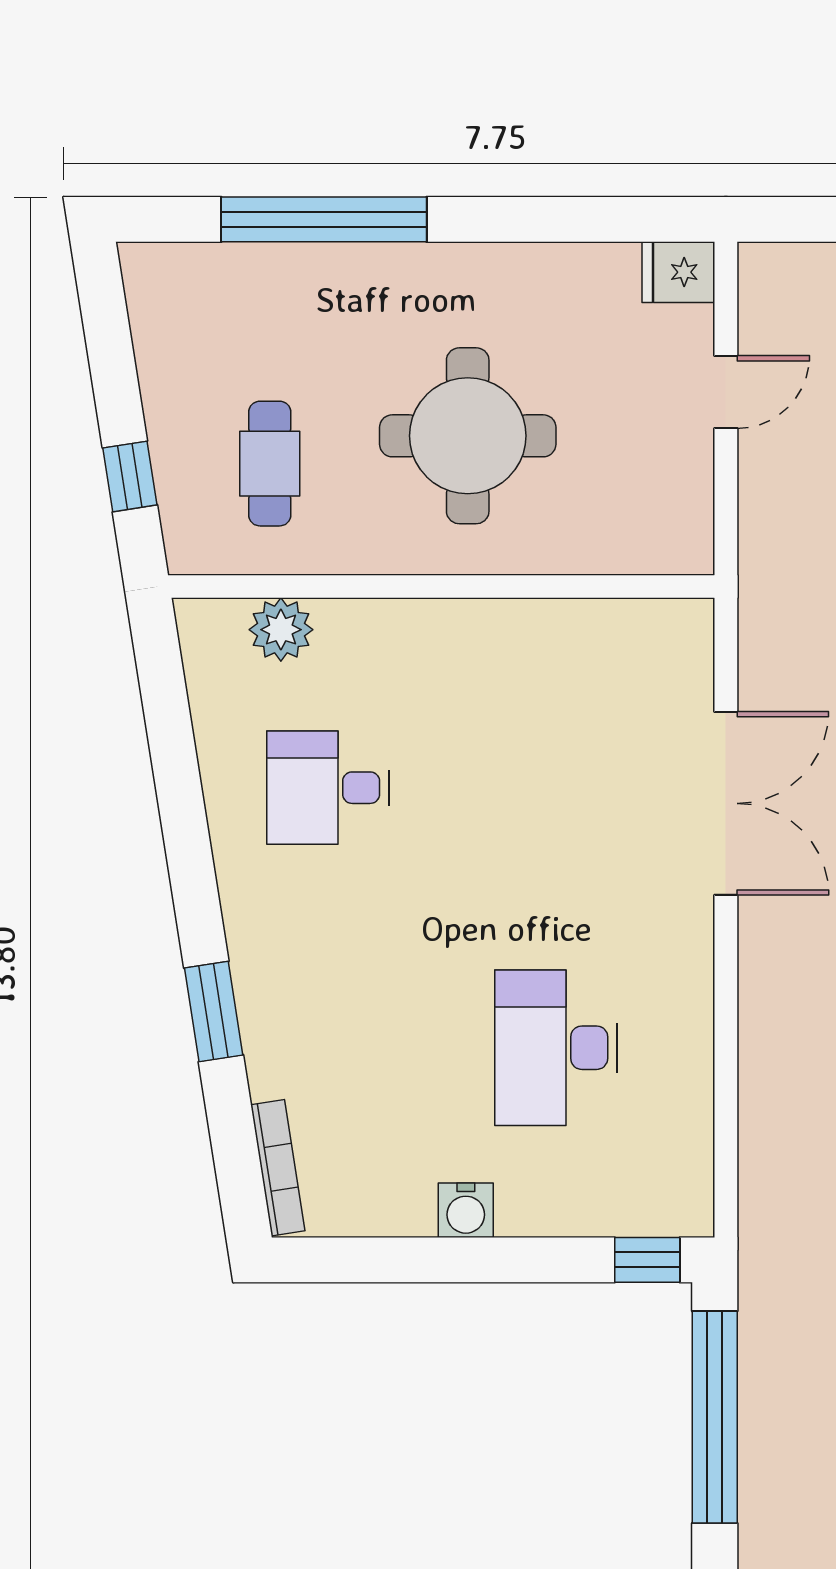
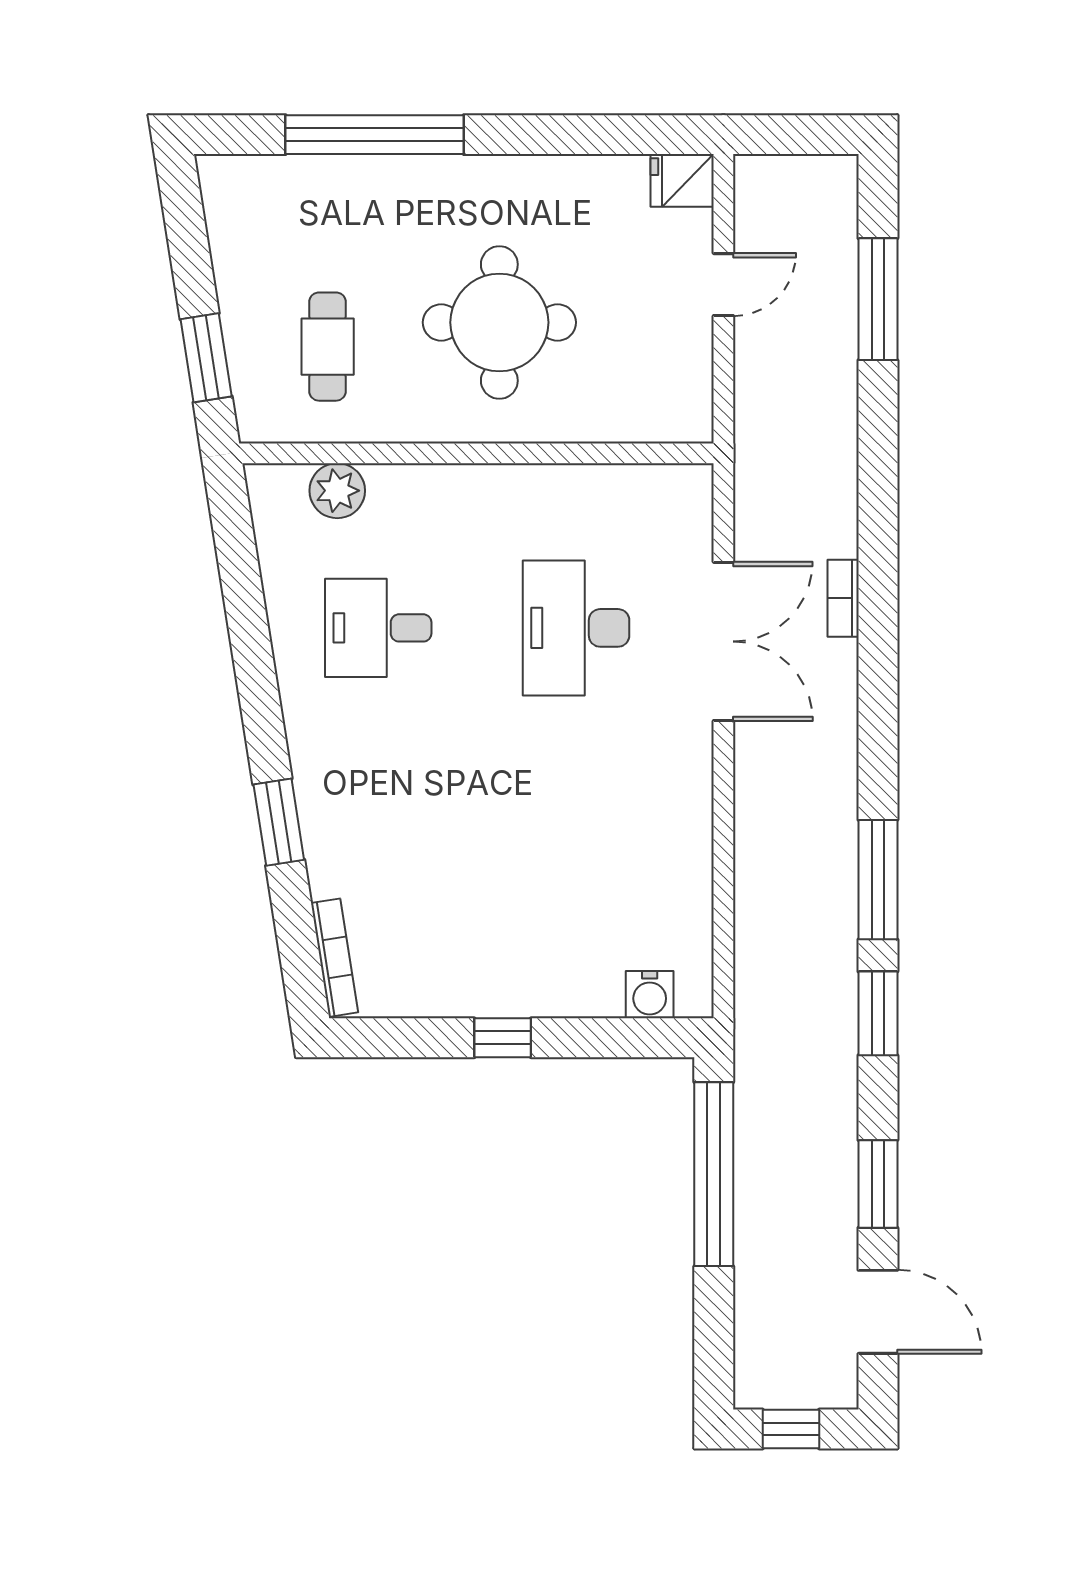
window: (130, 476) -> (206, 358), width x1.50
desk: (556, 1048) -> (576, 628), moved
water cooler: (466, 1210) -> (650, 995), moved
window: (647, 1260) -> (503, 1038), moved

